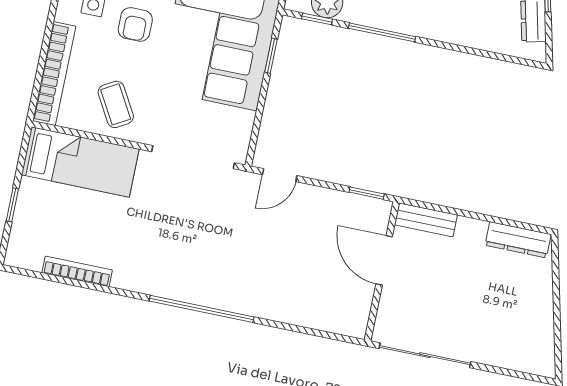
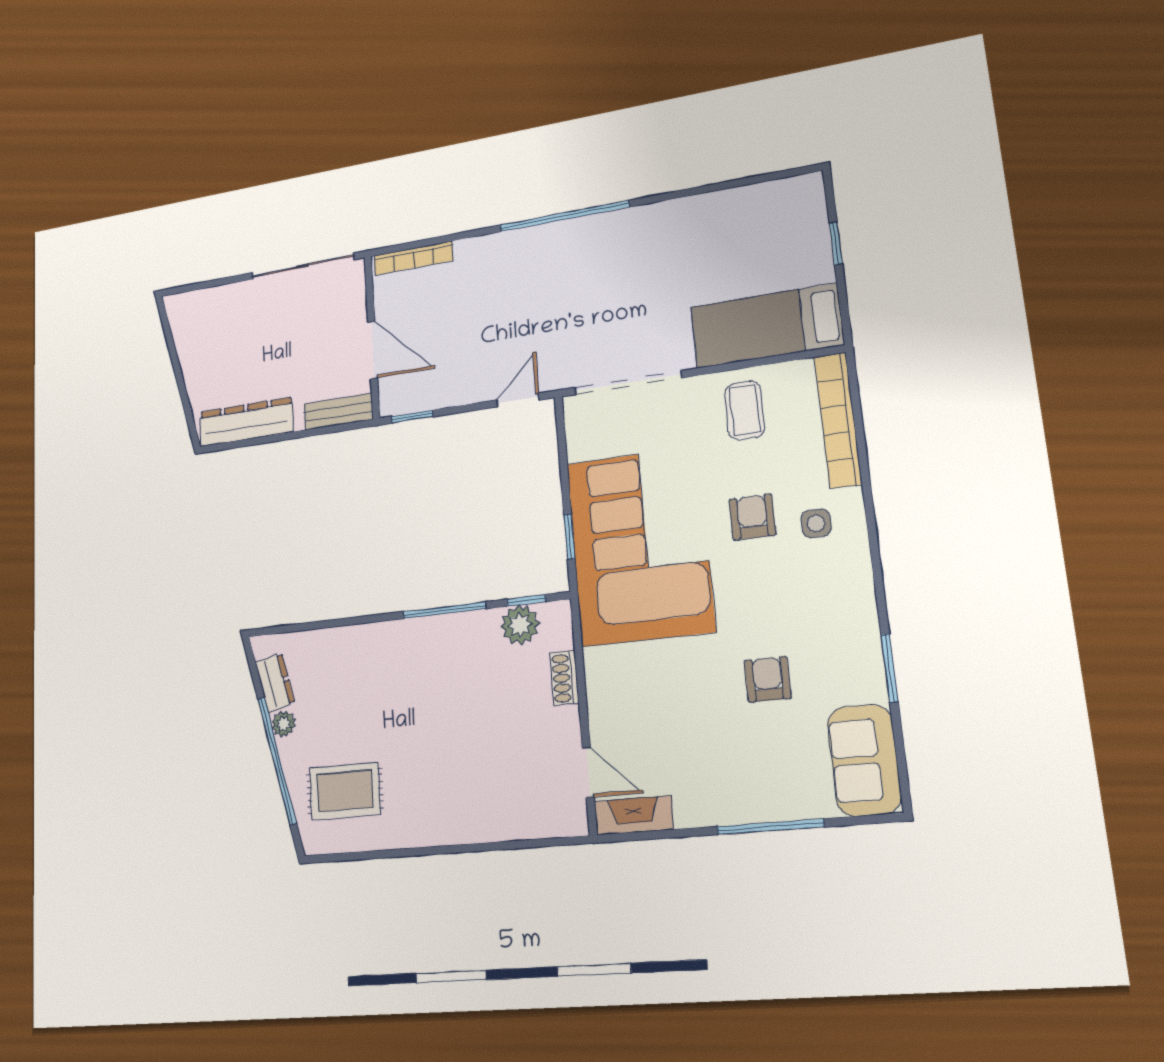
coffee table: (116, 104) -> (745, 410), turned 30
dresser: (518, 240) -> (246, 422), width x1.37, depth x1.24
bookcase: (77, 271) -> (413, 258), moved

